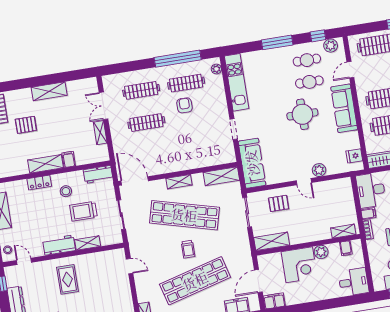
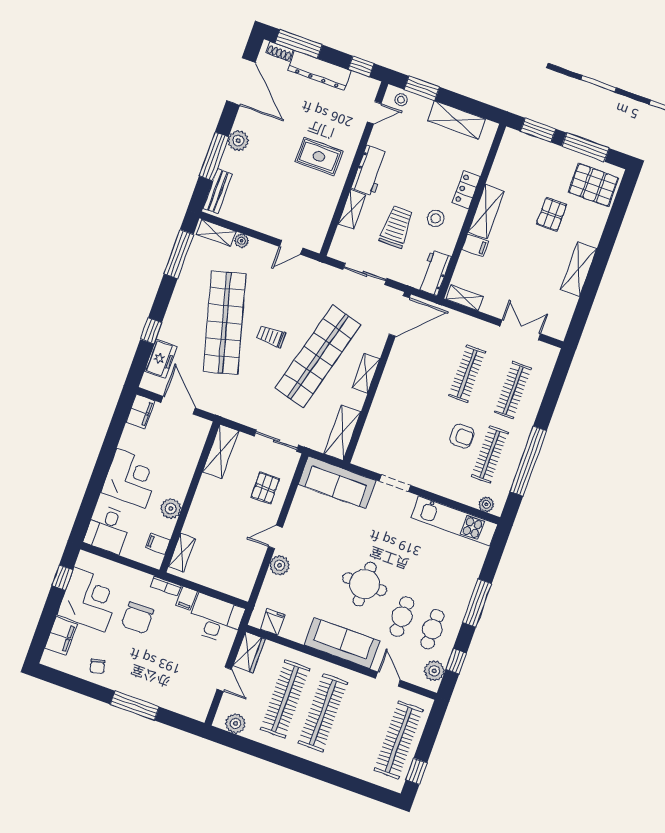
shelving: (100, 133) -> (465, 298), moved
corner desk: (299, 265) -> (131, 478), moved, turned 180
plant: (142, 297) -> (242, 241), added

